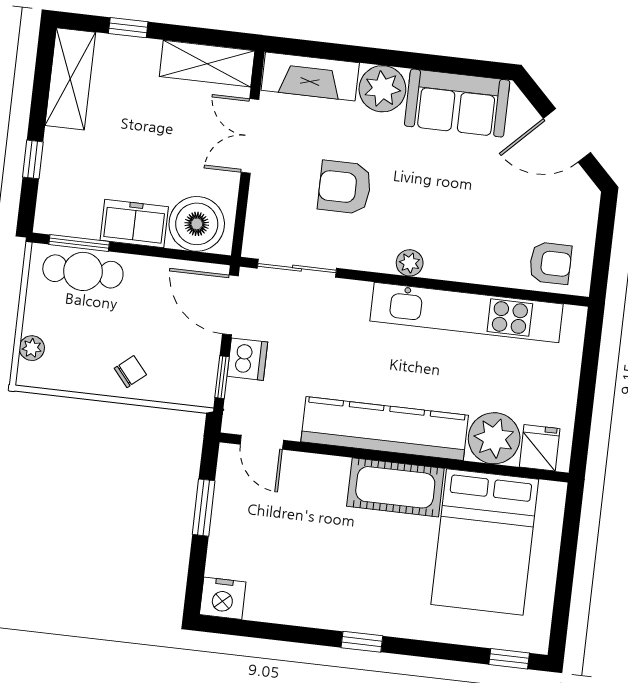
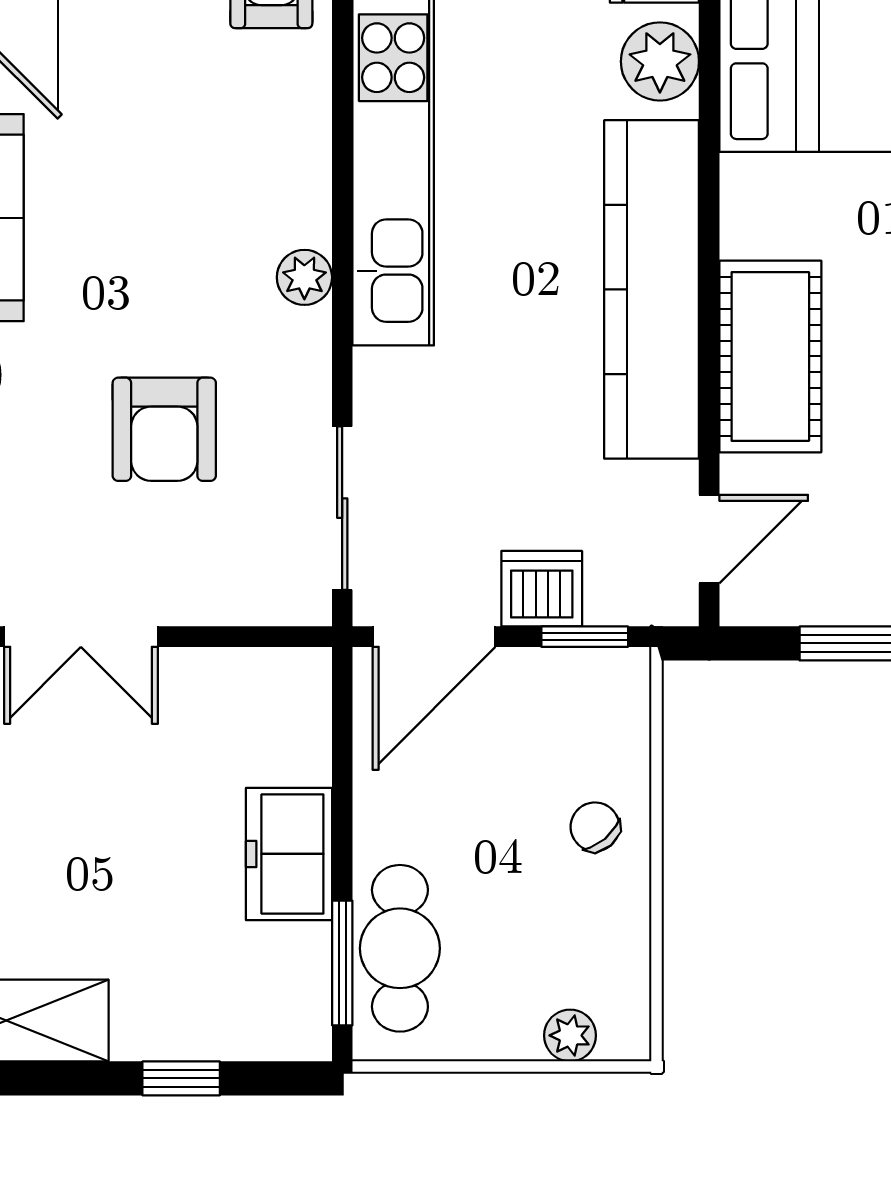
boiler: (197, 224) -> (275, 725), removed
plant: (494, 438) -> (660, 61), width x0.73, depth x0.73
cot: (395, 487) -> (770, 356), moved

